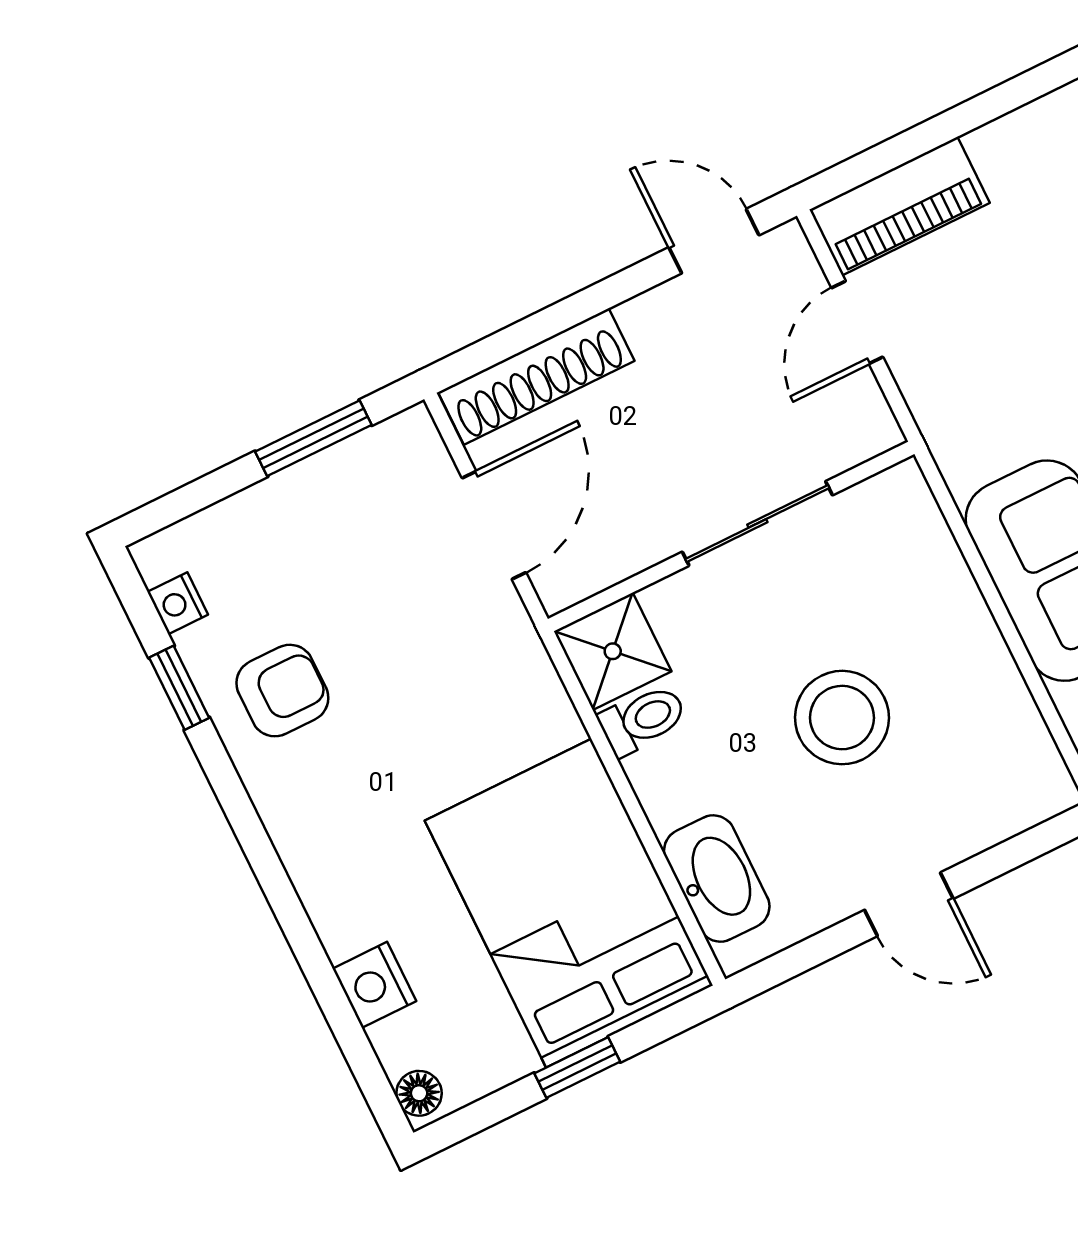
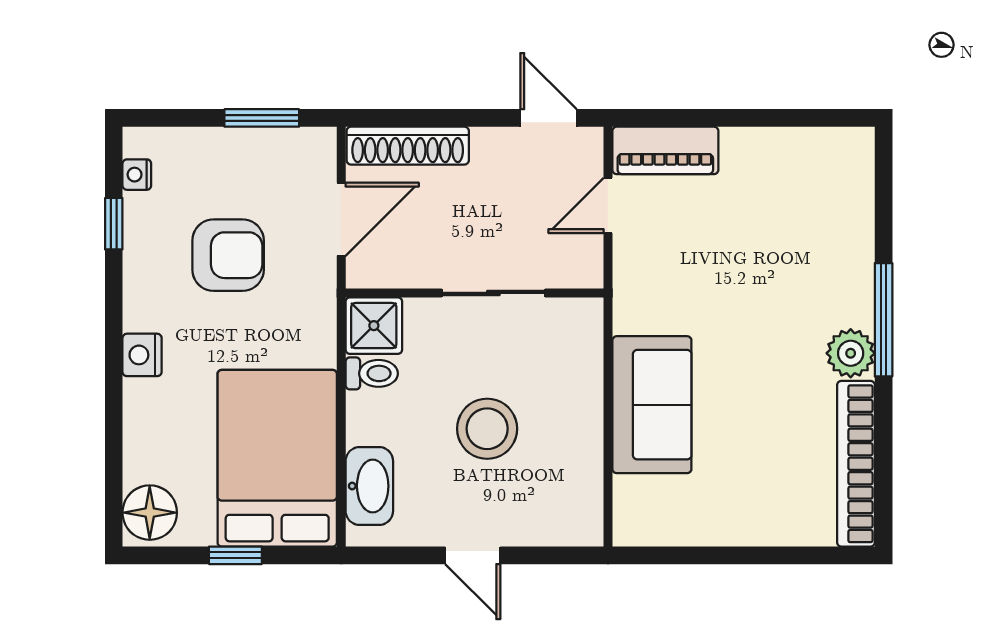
armchair: (282, 691) -> (228, 255), moved, width x1.38, depth x1.38
nightstand: (375, 985) -> (142, 355), moved
floor lamp: (419, 1093) -> (150, 513), width x1.89, depth x1.89

